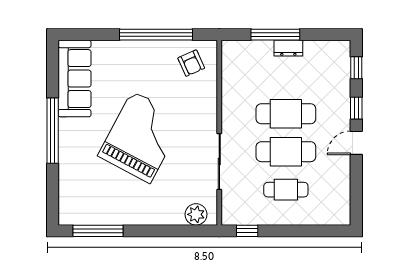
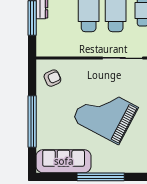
window: (156, 35) -> (32, 122), moved

